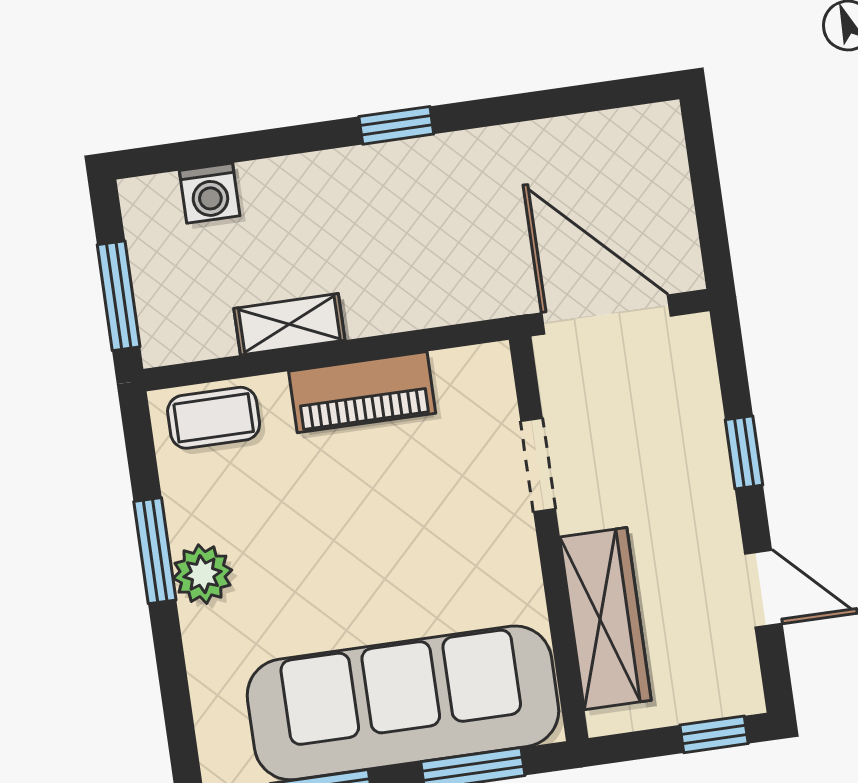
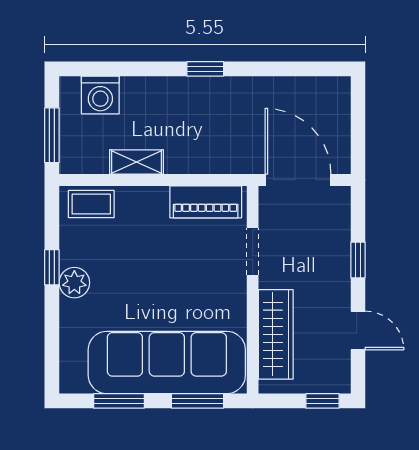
washing machine: (210, 193) -> (100, 95), width x1.38, depth x1.38
piano: (362, 392) -> (206, 202), moved
window: (155, 551) -> (52, 267), width x0.67

